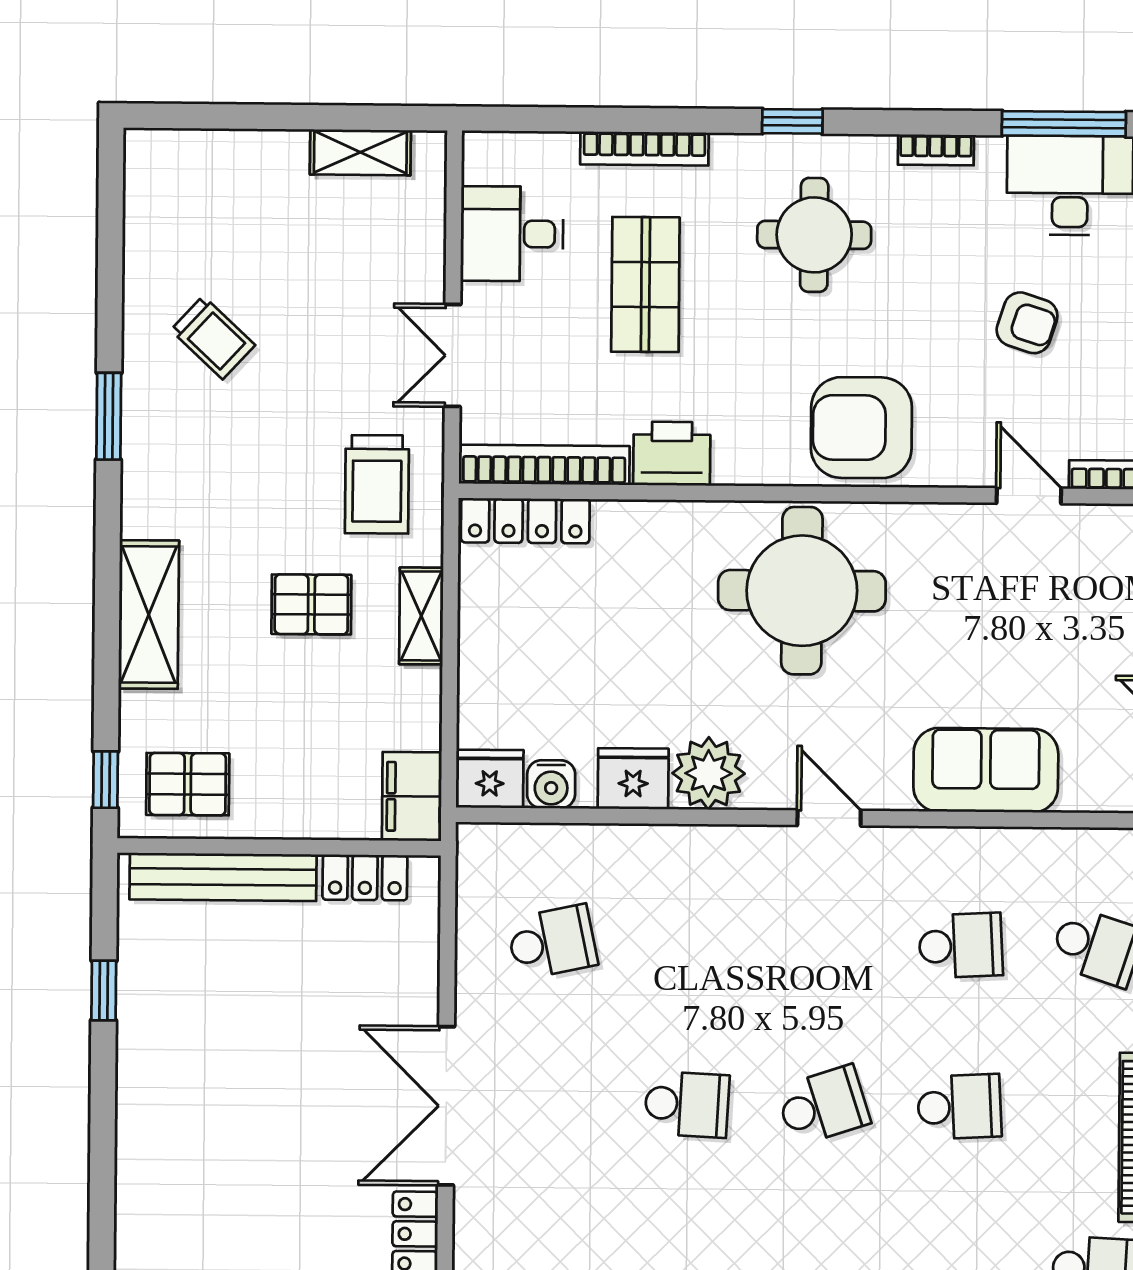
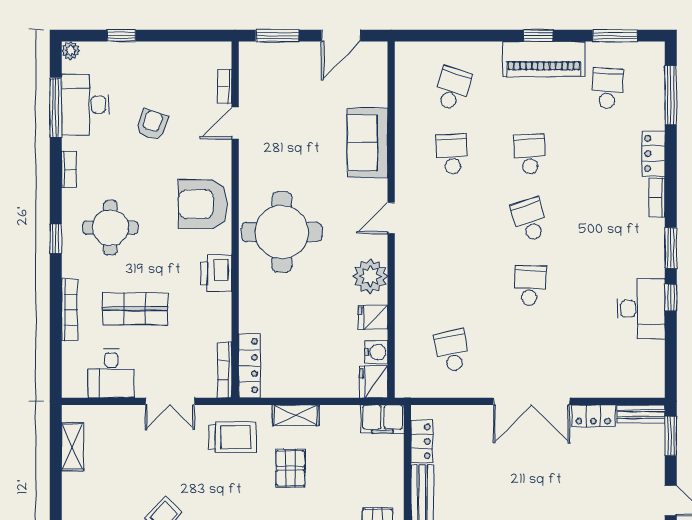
armchair: (861, 428) -> (203, 204), turned 90
printer: (672, 454) -> (216, 273), moved
bookcase: (544, 465) -> (224, 370), width x0.68, depth x0.76
fridge: (633, 779) -> (373, 317), width x0.72

